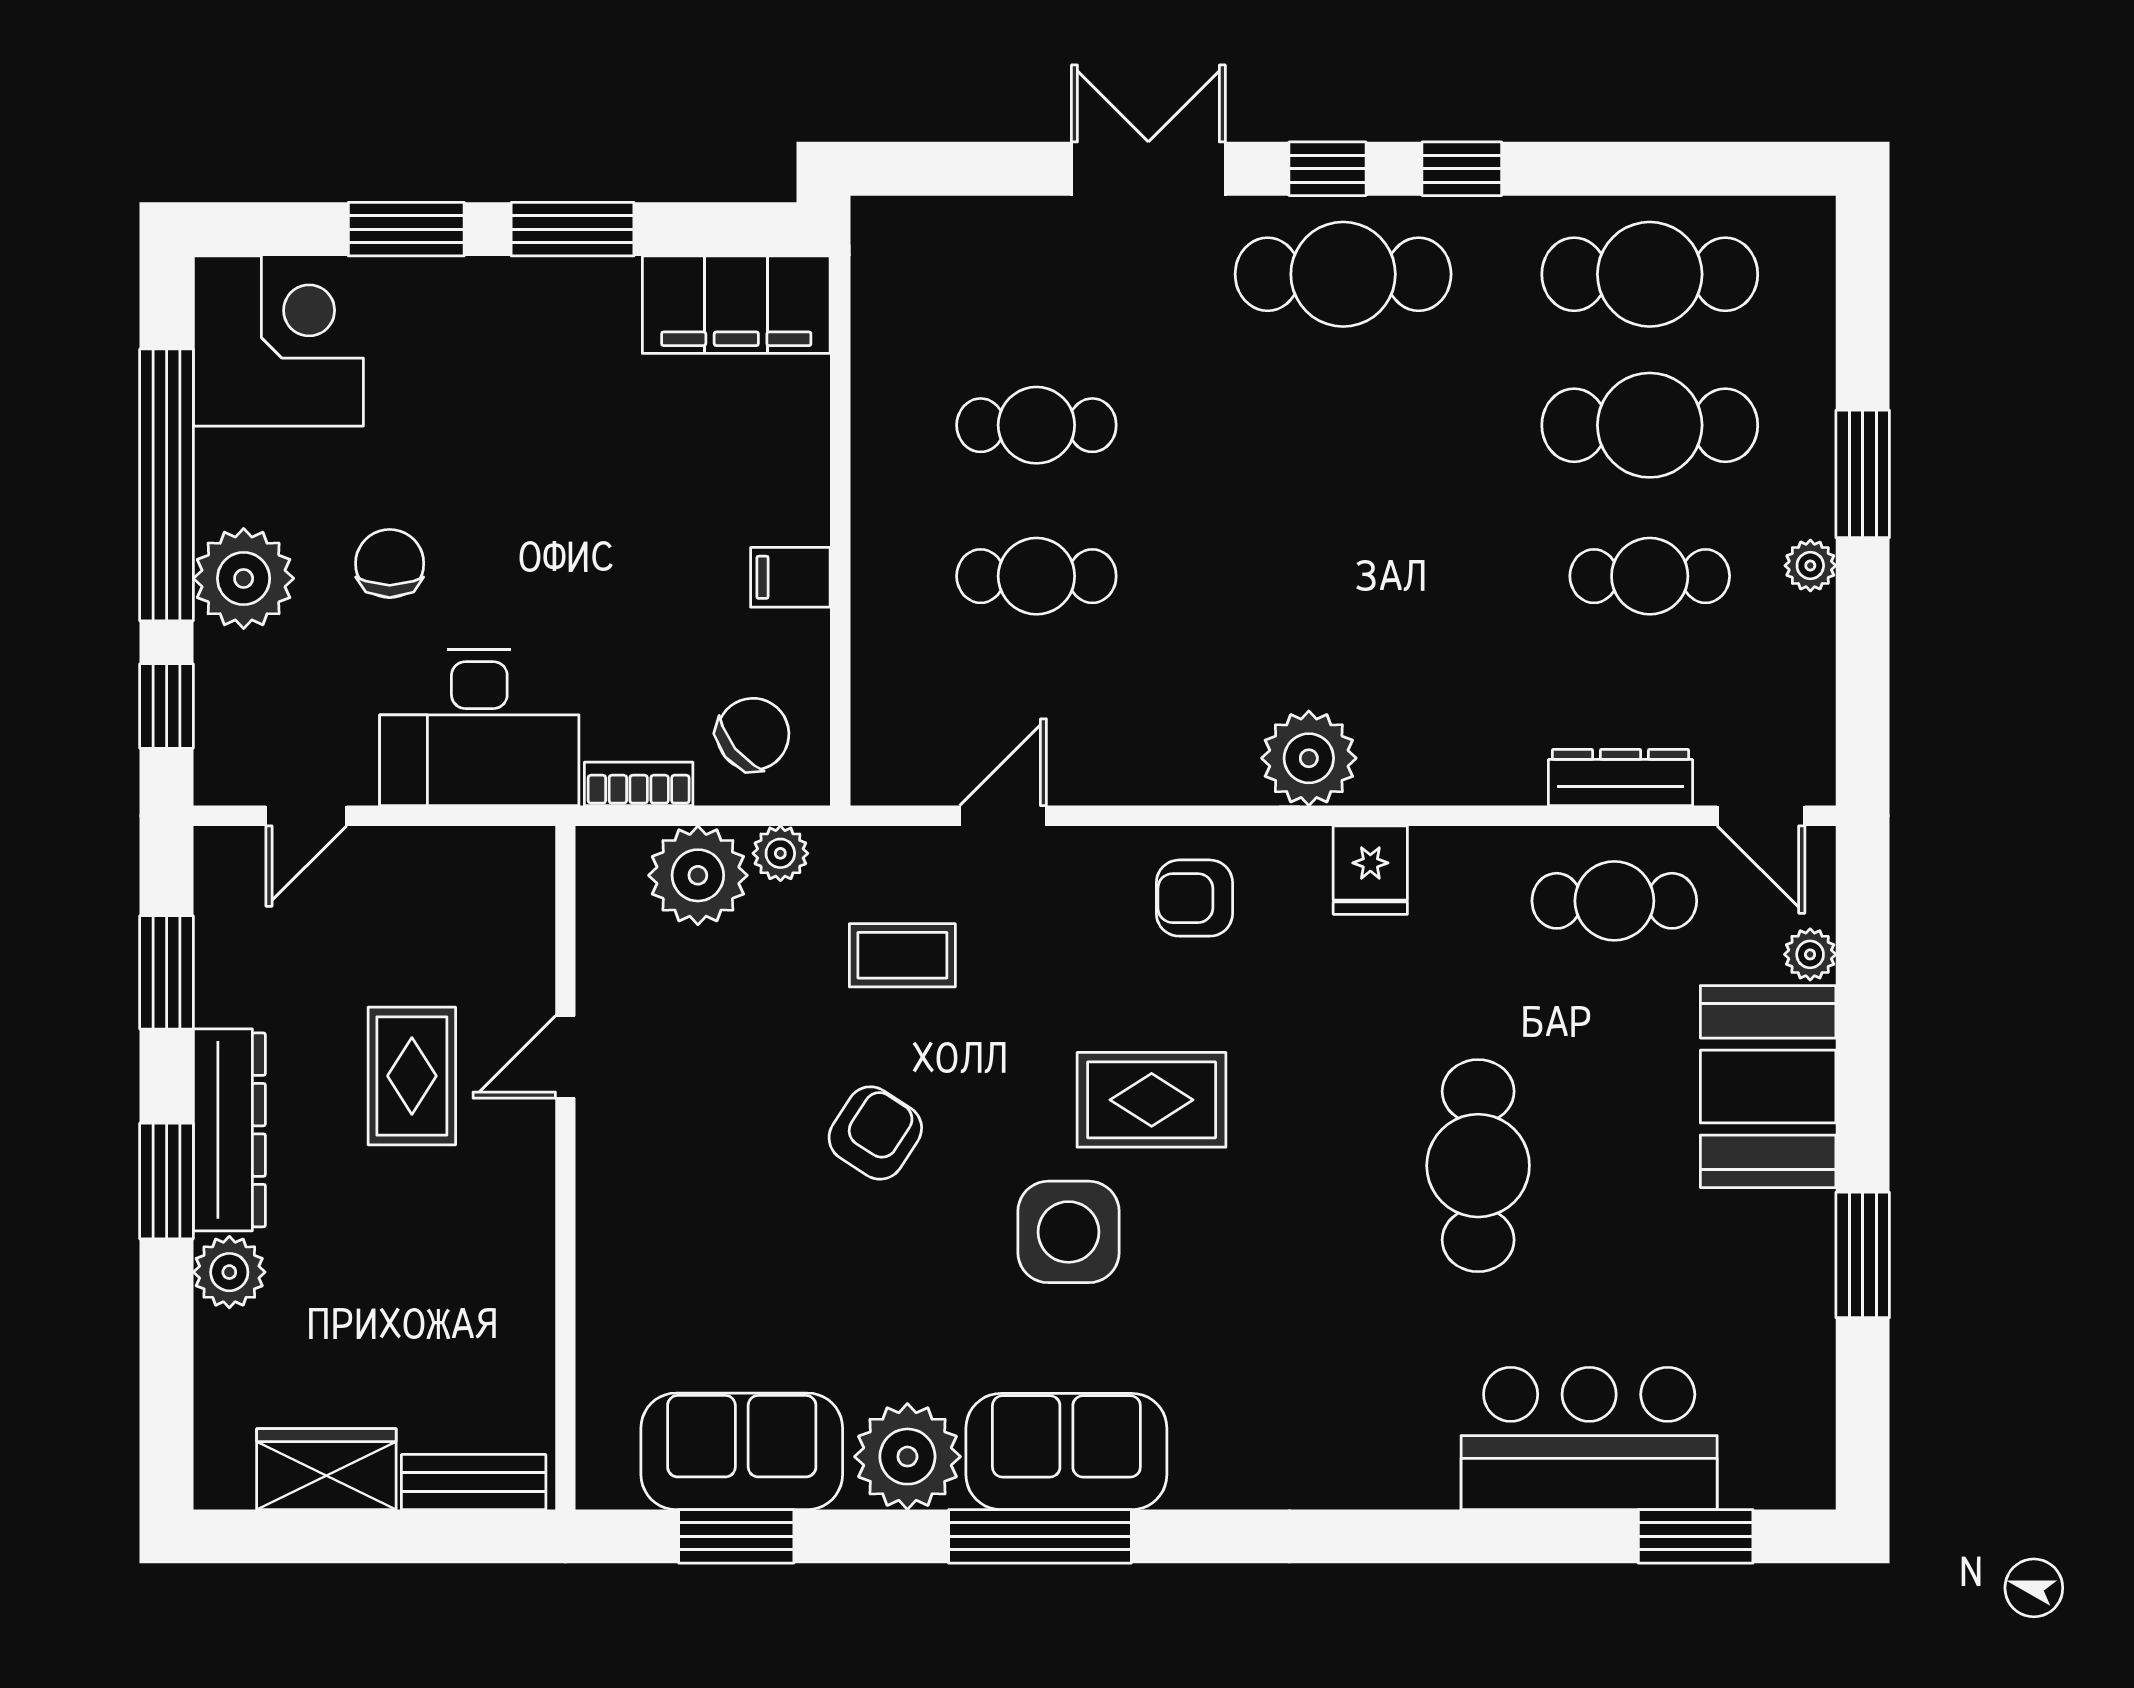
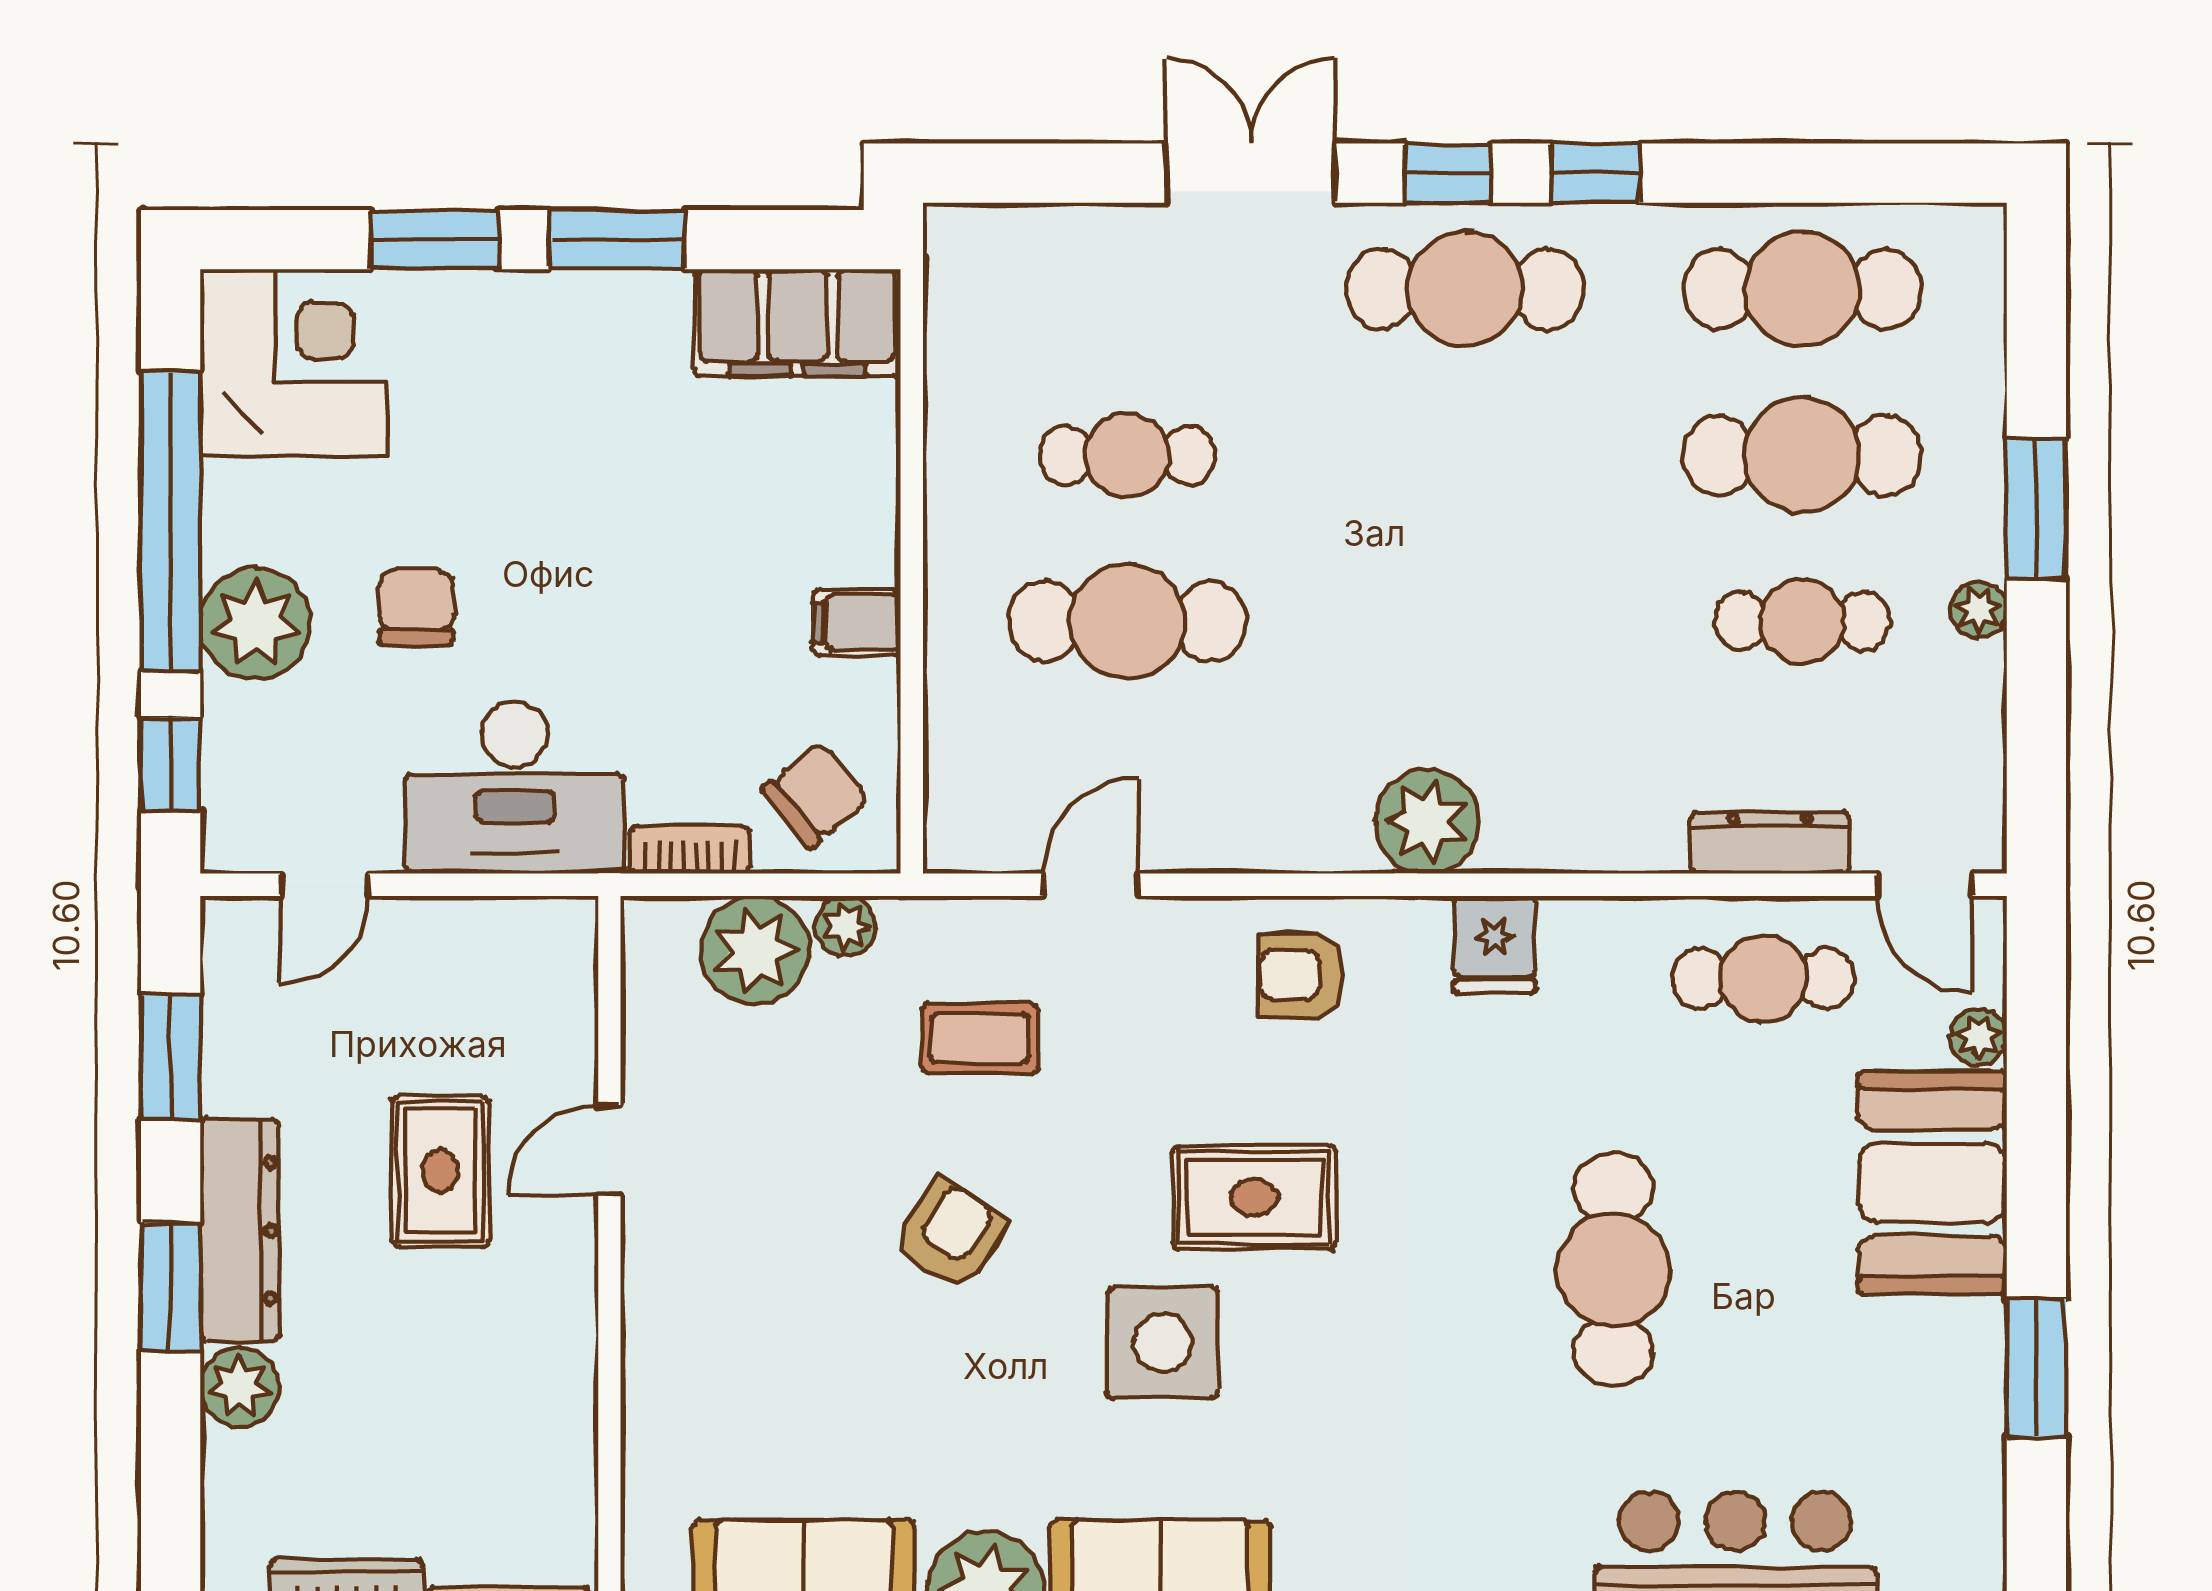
cafe table: (1036, 576) -> (1128, 621), width x1.37, depth x1.35

